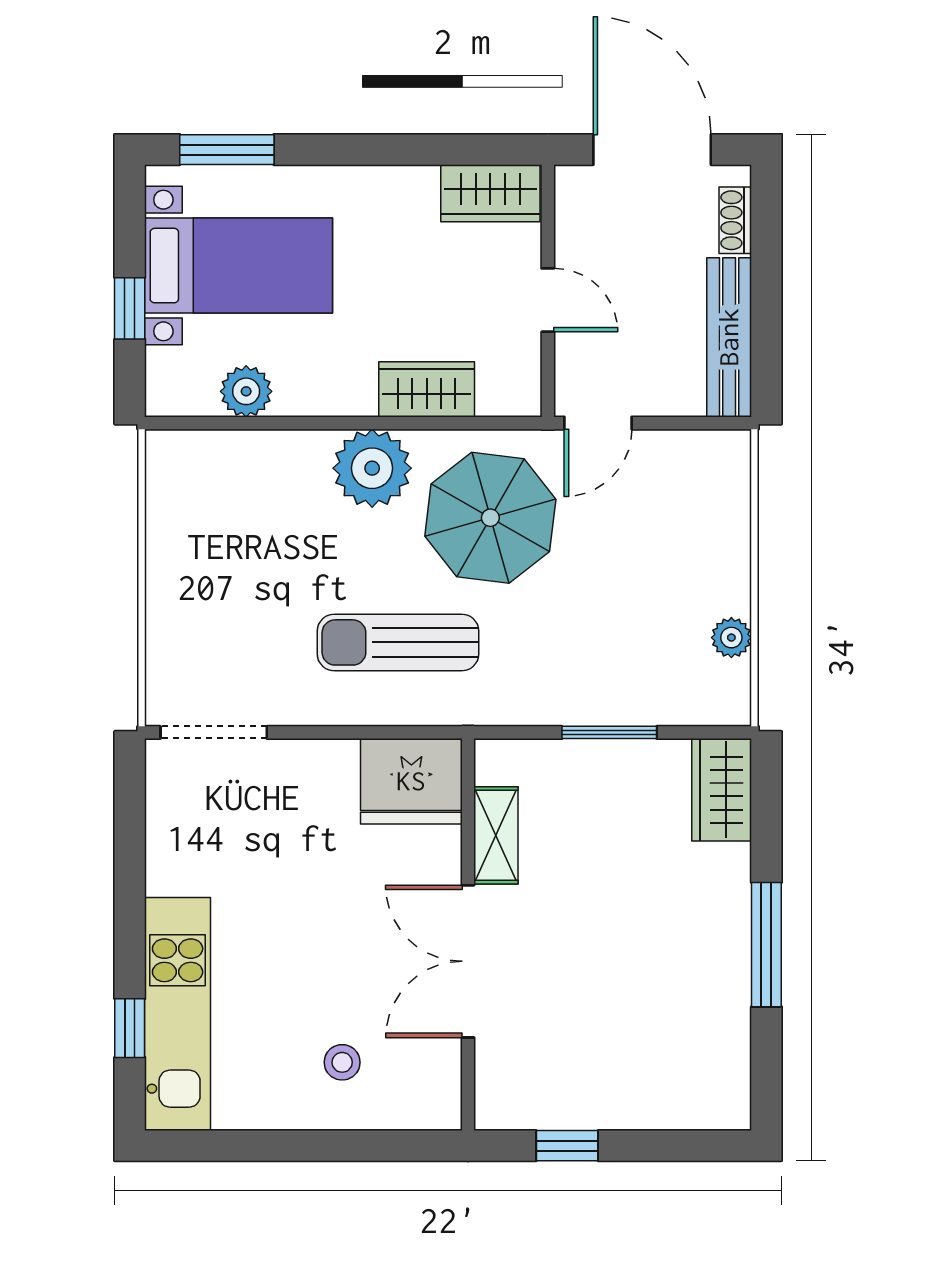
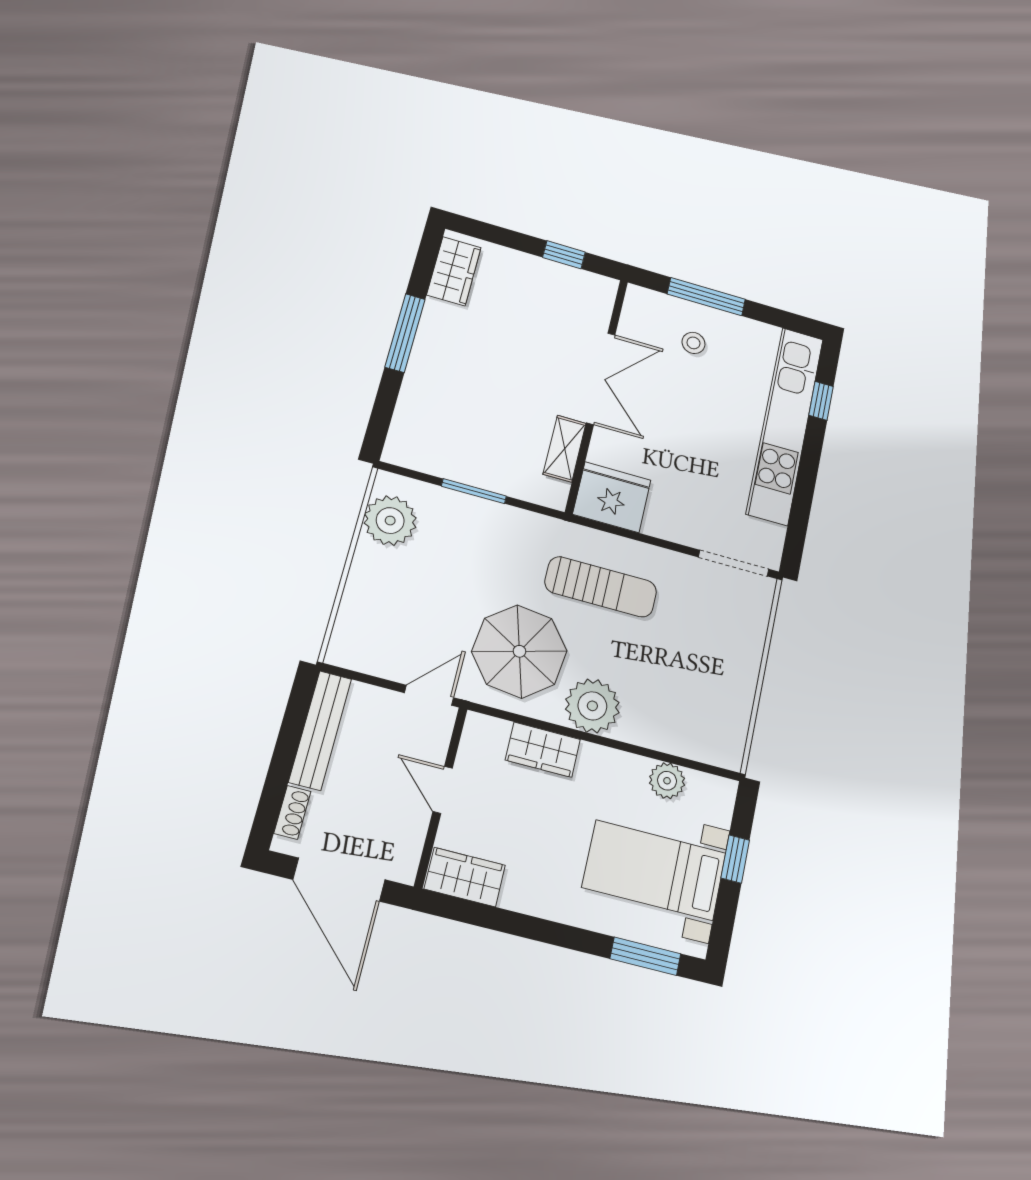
plant: (731, 638) -> (390, 521), width x1.88, depth x1.88
wardrobe: (722, 790) -> (454, 271), moved
kitchen unit: (178, 1014) -> (785, 425), width x1.36
window: (338, 1146) -> (706, 297), added

